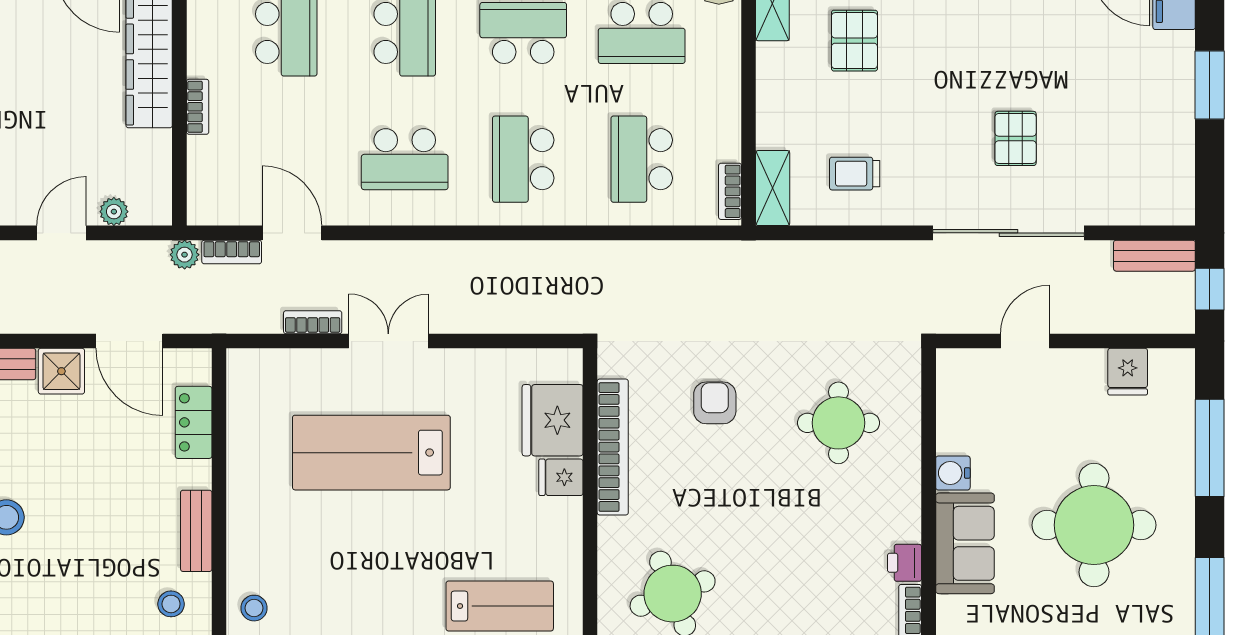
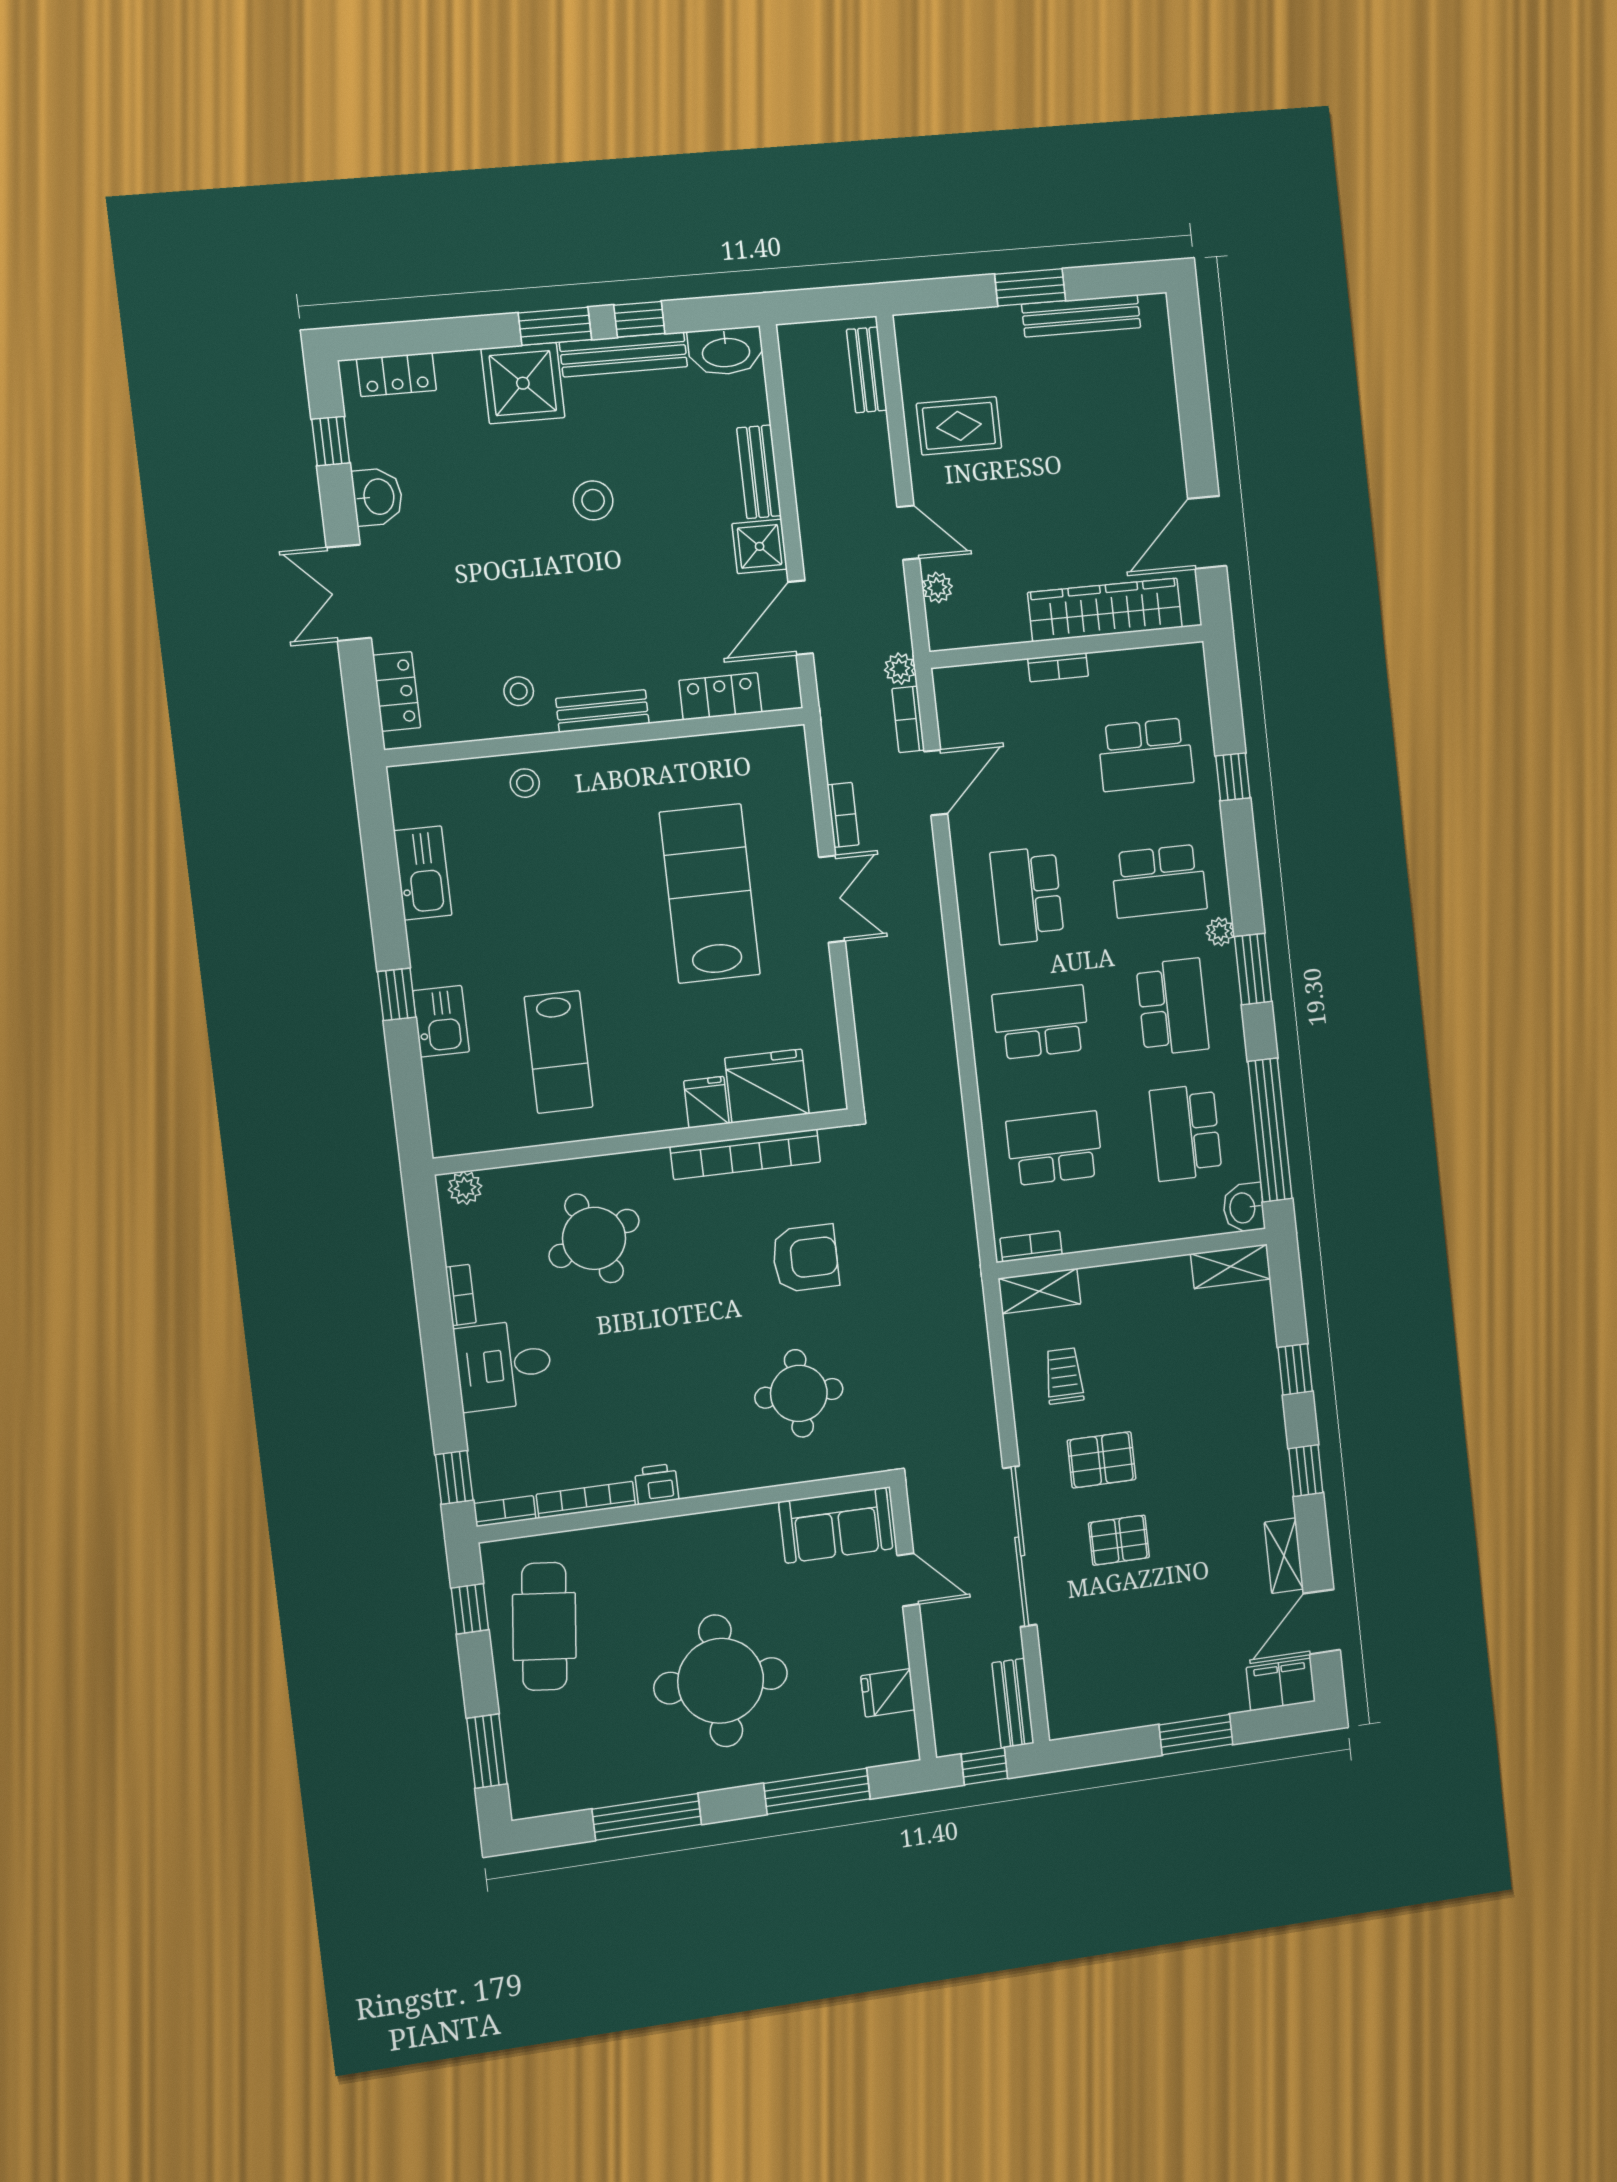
pallet: (854, 41) -> (1102, 1460), moved
armchair: (715, 403) -> (805, 1258), width x1.38, depth x1.38
water cooler: (953, 473) -> (759, 1523), removed
sofa: (965, 543) -> (836, 1525), moved

